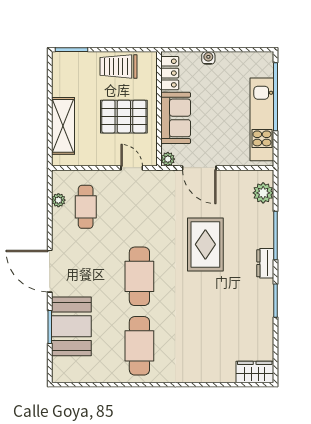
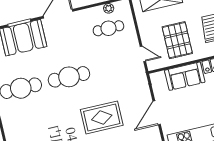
plant: (168, 159) -> (155, 77), removed
door: (132, 168) -> (143, 54), hinge flipped
door: (199, 168) -> (157, 113), moved

